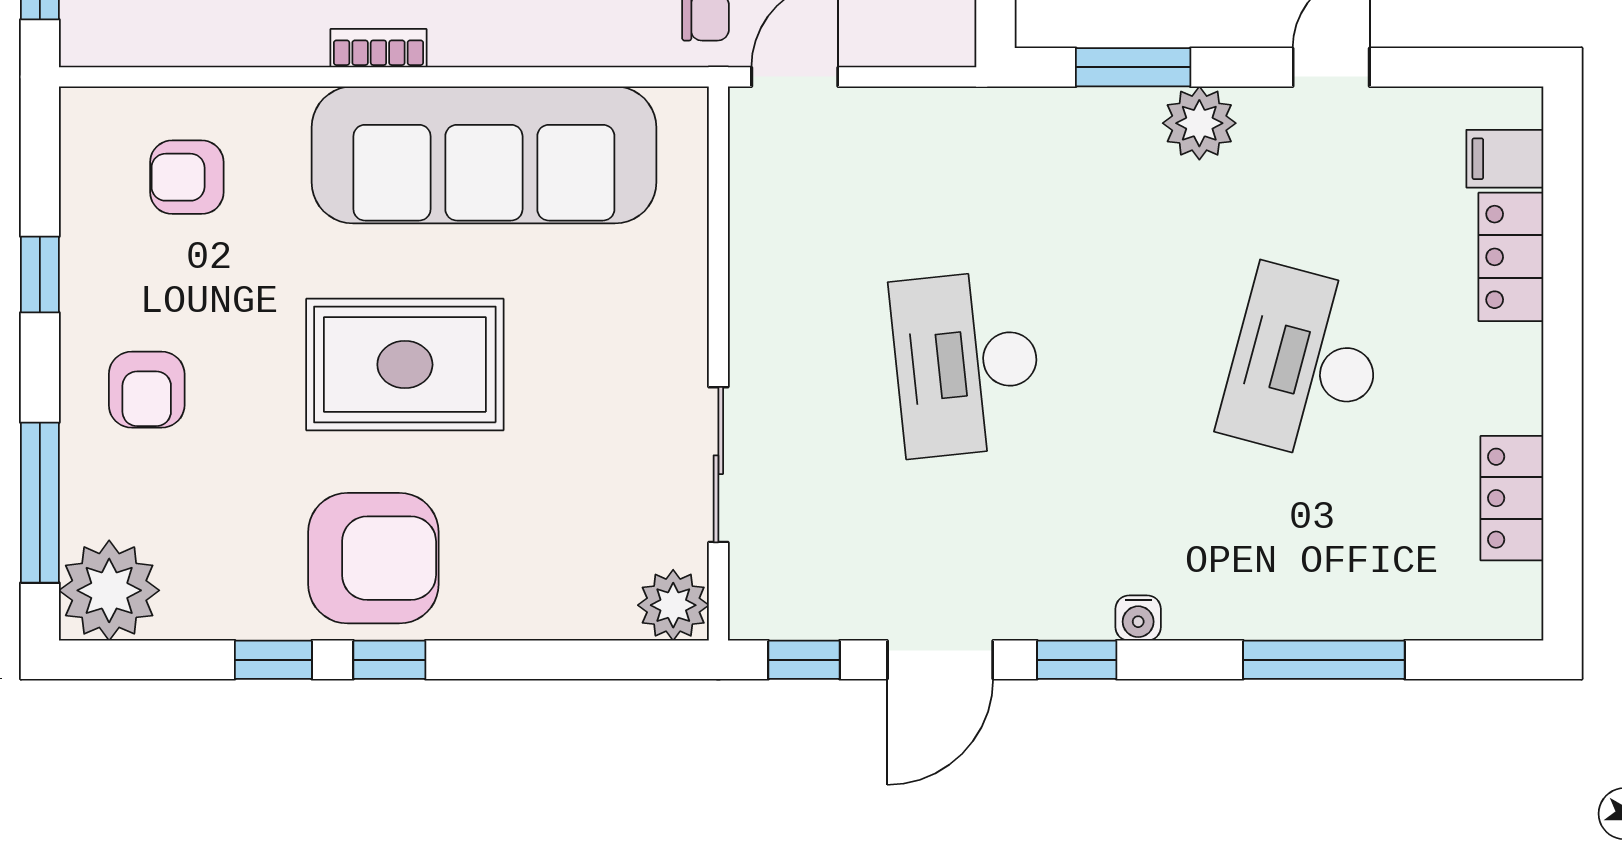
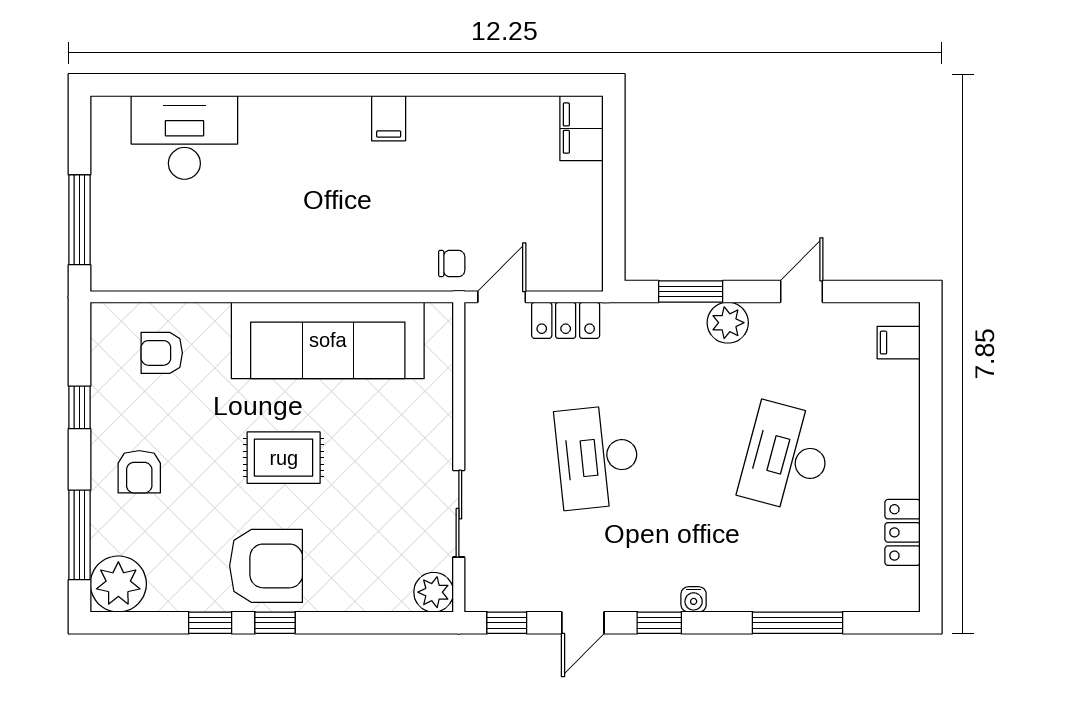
bookcase: (378, 48) -> (269, 281), removed
locker: (1511, 257) -> (566, 320), moved, turned -90
rug: (405, 365) -> (284, 458), width x0.73, depth x0.70
door: (940, 660) -> (583, 623), width x0.73

